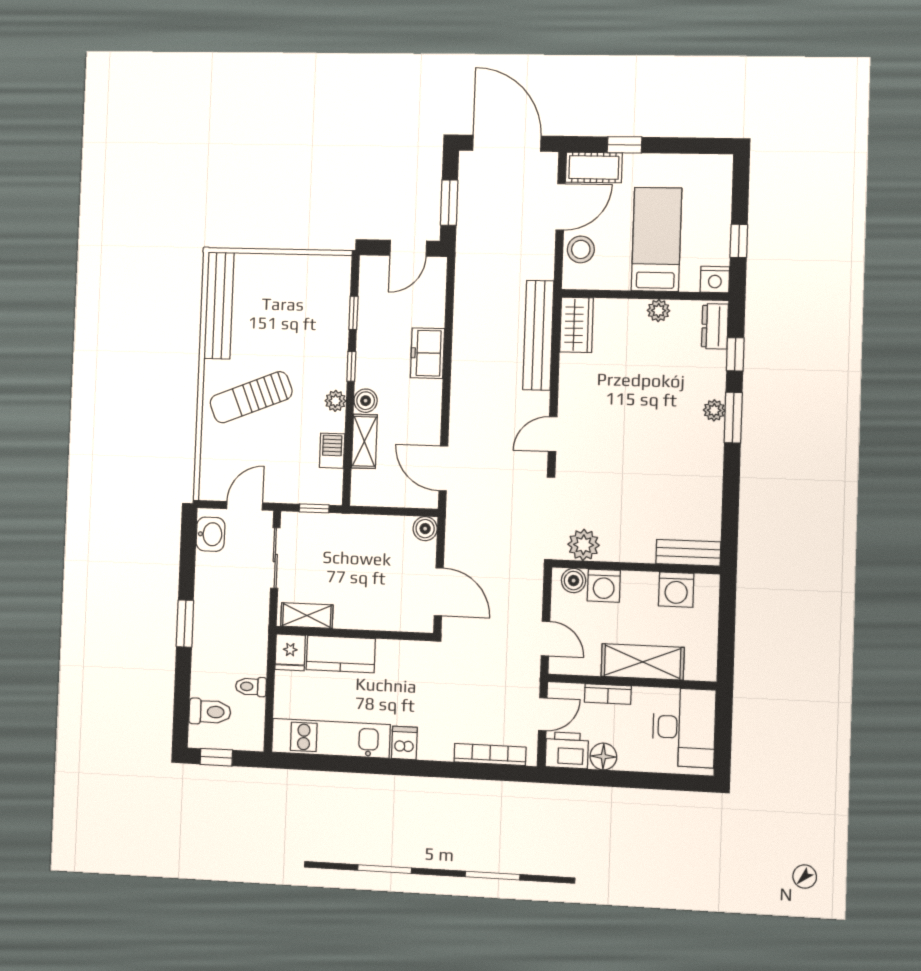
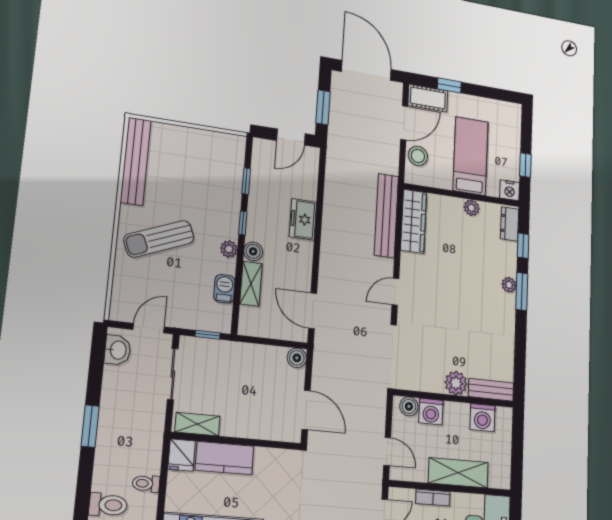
wardrobe: (576, 325) -> (414, 221), width x1.50
plant: (584, 545) -> (456, 383), moved

